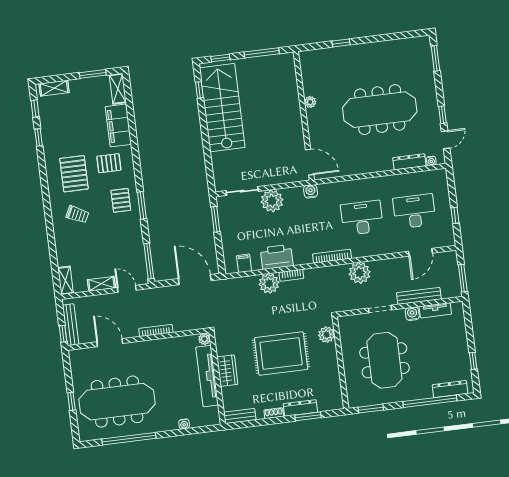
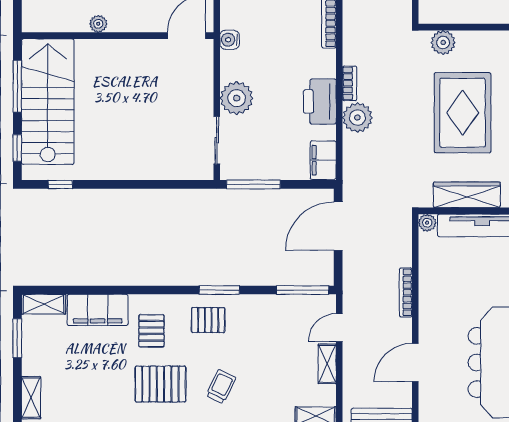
stairs: (222, 108) -> (48, 102), moved, turned 90
window: (215, 219) -> (253, 184), width x1.44
filing cabinet: (244, 263) -> (323, 160), width x2.00
wardrobe: (227, 371) -> (467, 195), width x1.50

